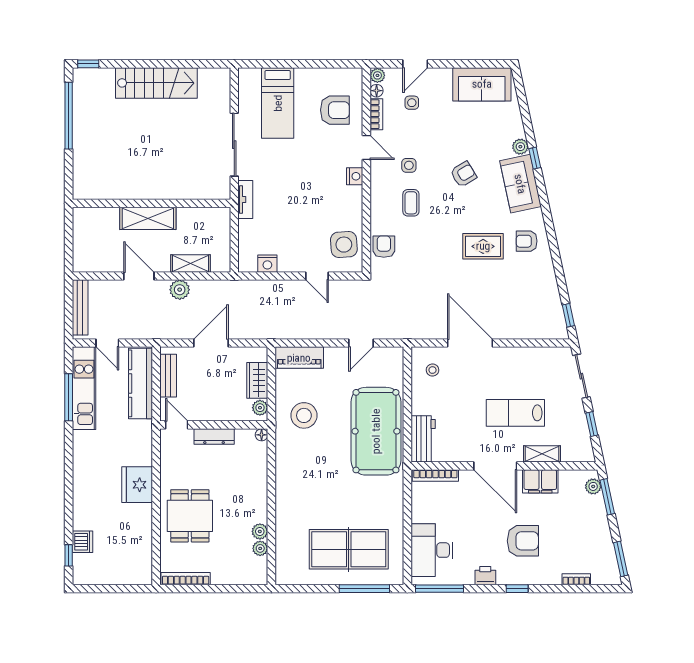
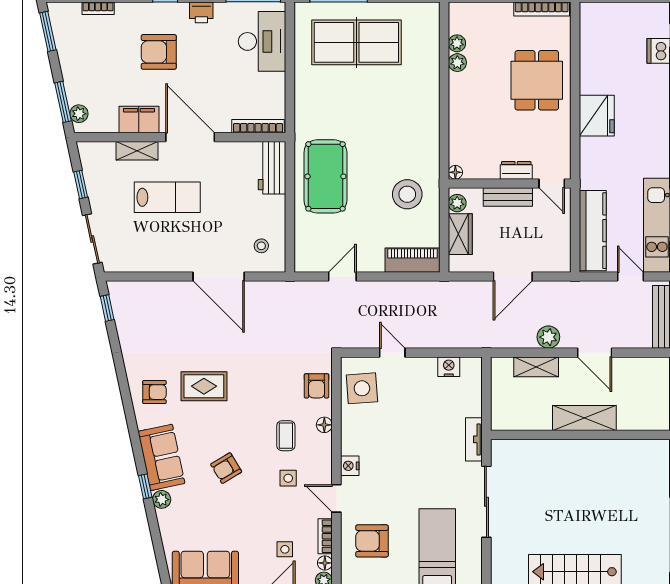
floor lamp: (377, 212) -> (324, 425), added
bench: (168, 376) -> (508, 197), moved, turned 90
pool table: (376, 431) -> (325, 176), width x0.73, depth x0.76
dresser: (214, 436) -> (516, 170), width x0.70

